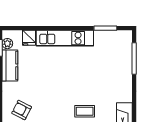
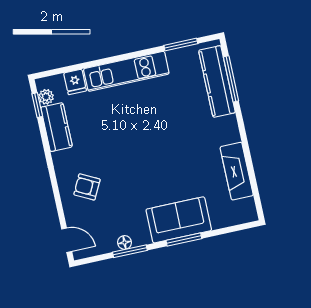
kitchen counter: (124, 58) -> (217, 81), added
coffee table: (85, 111) -> (177, 169), removed

